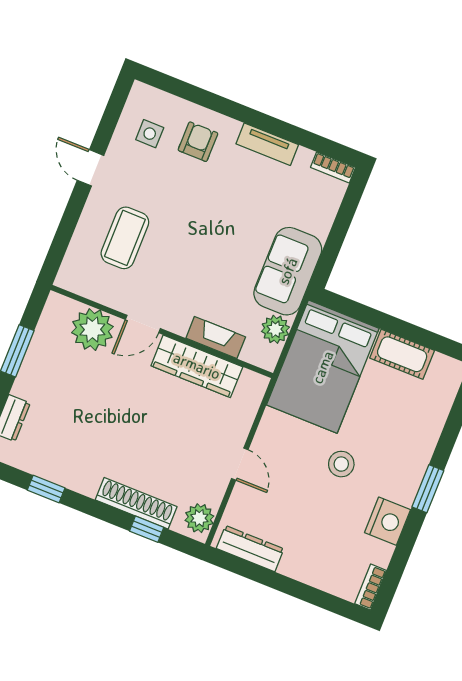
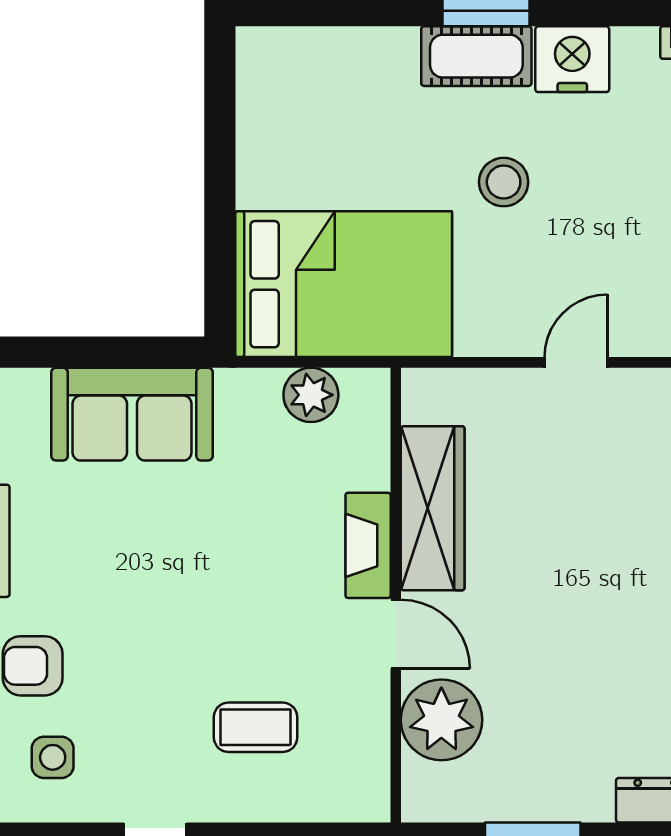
coffee table: (125, 238) -> (256, 727), width x0.73, depth x0.77
sofa: (288, 271) -> (132, 414), moved
fireplace: (216, 338) -> (368, 545), moved
cot: (402, 354) -> (476, 56), moved, turned 90

